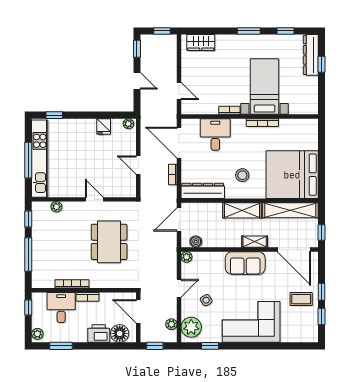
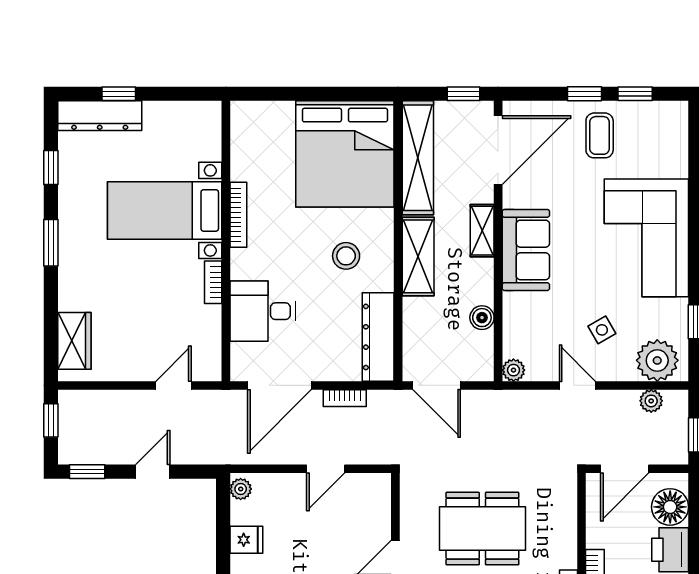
boiler: (196, 242) -> (482, 318), moved

